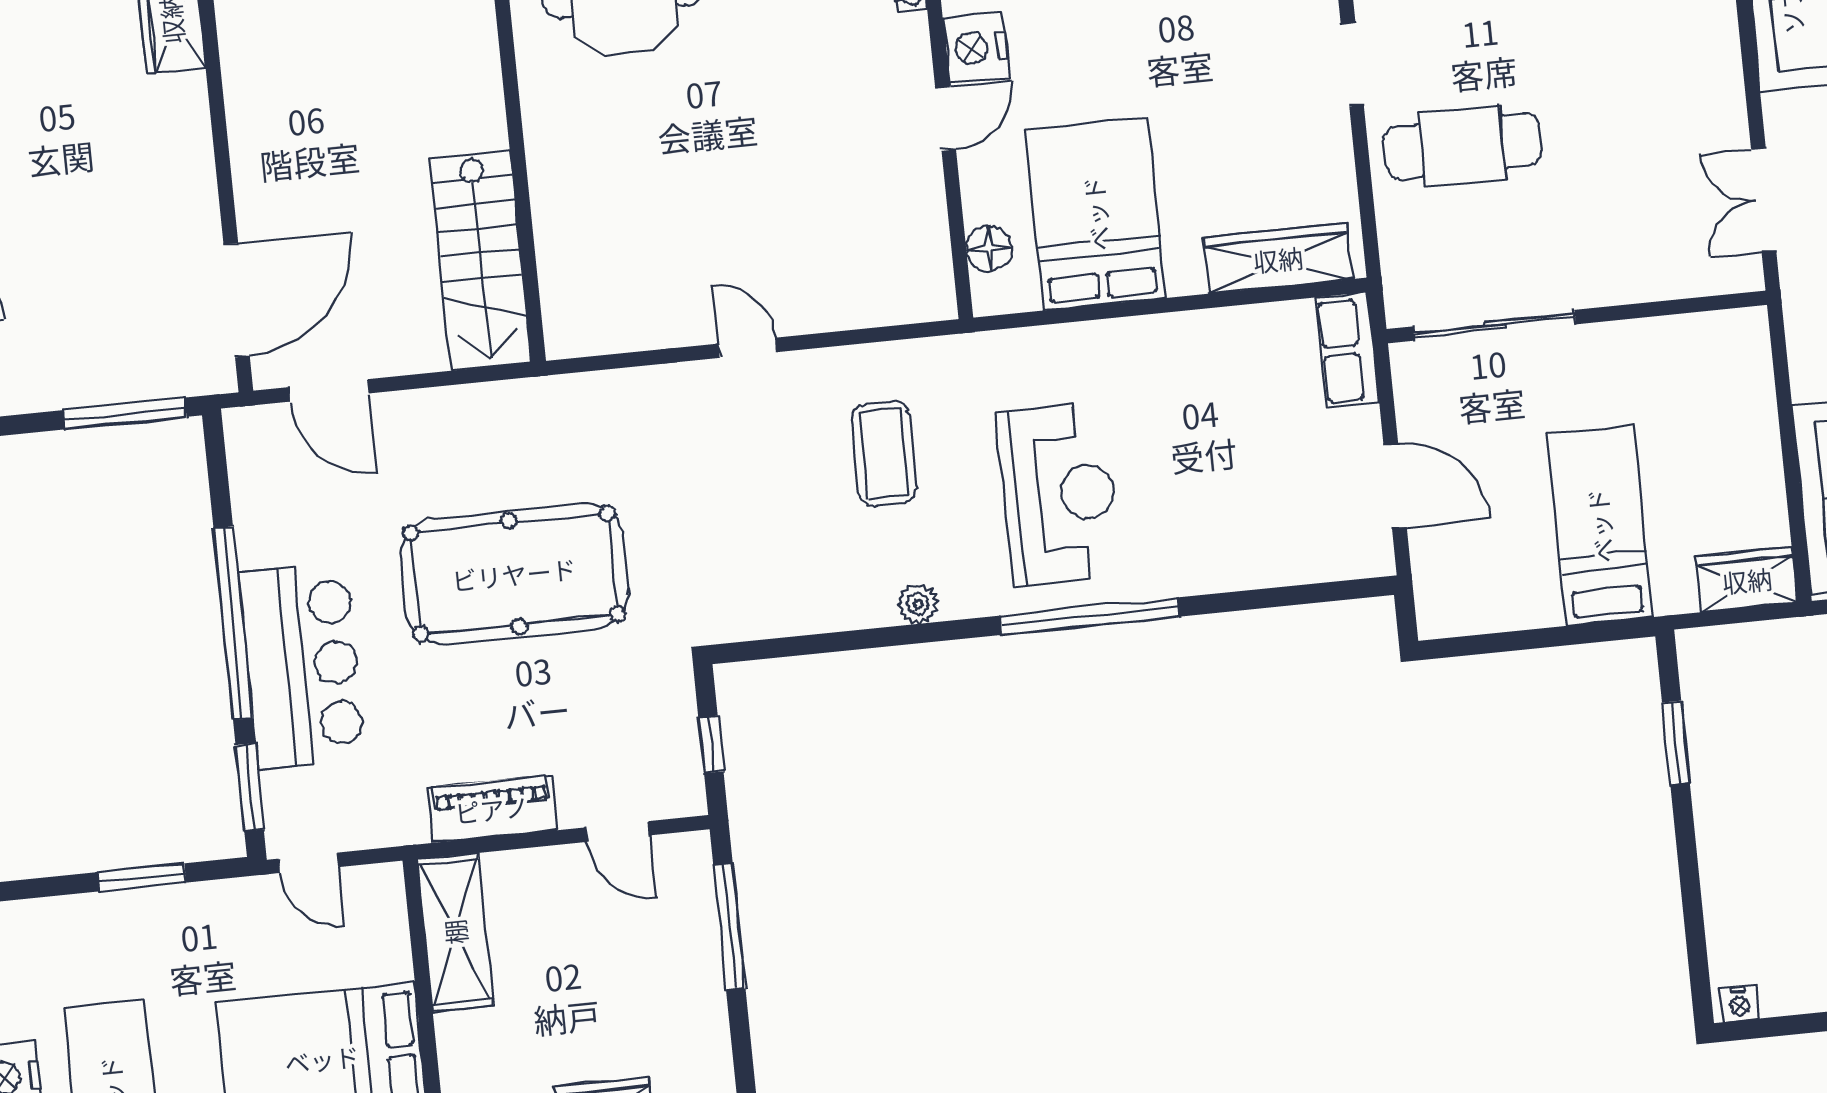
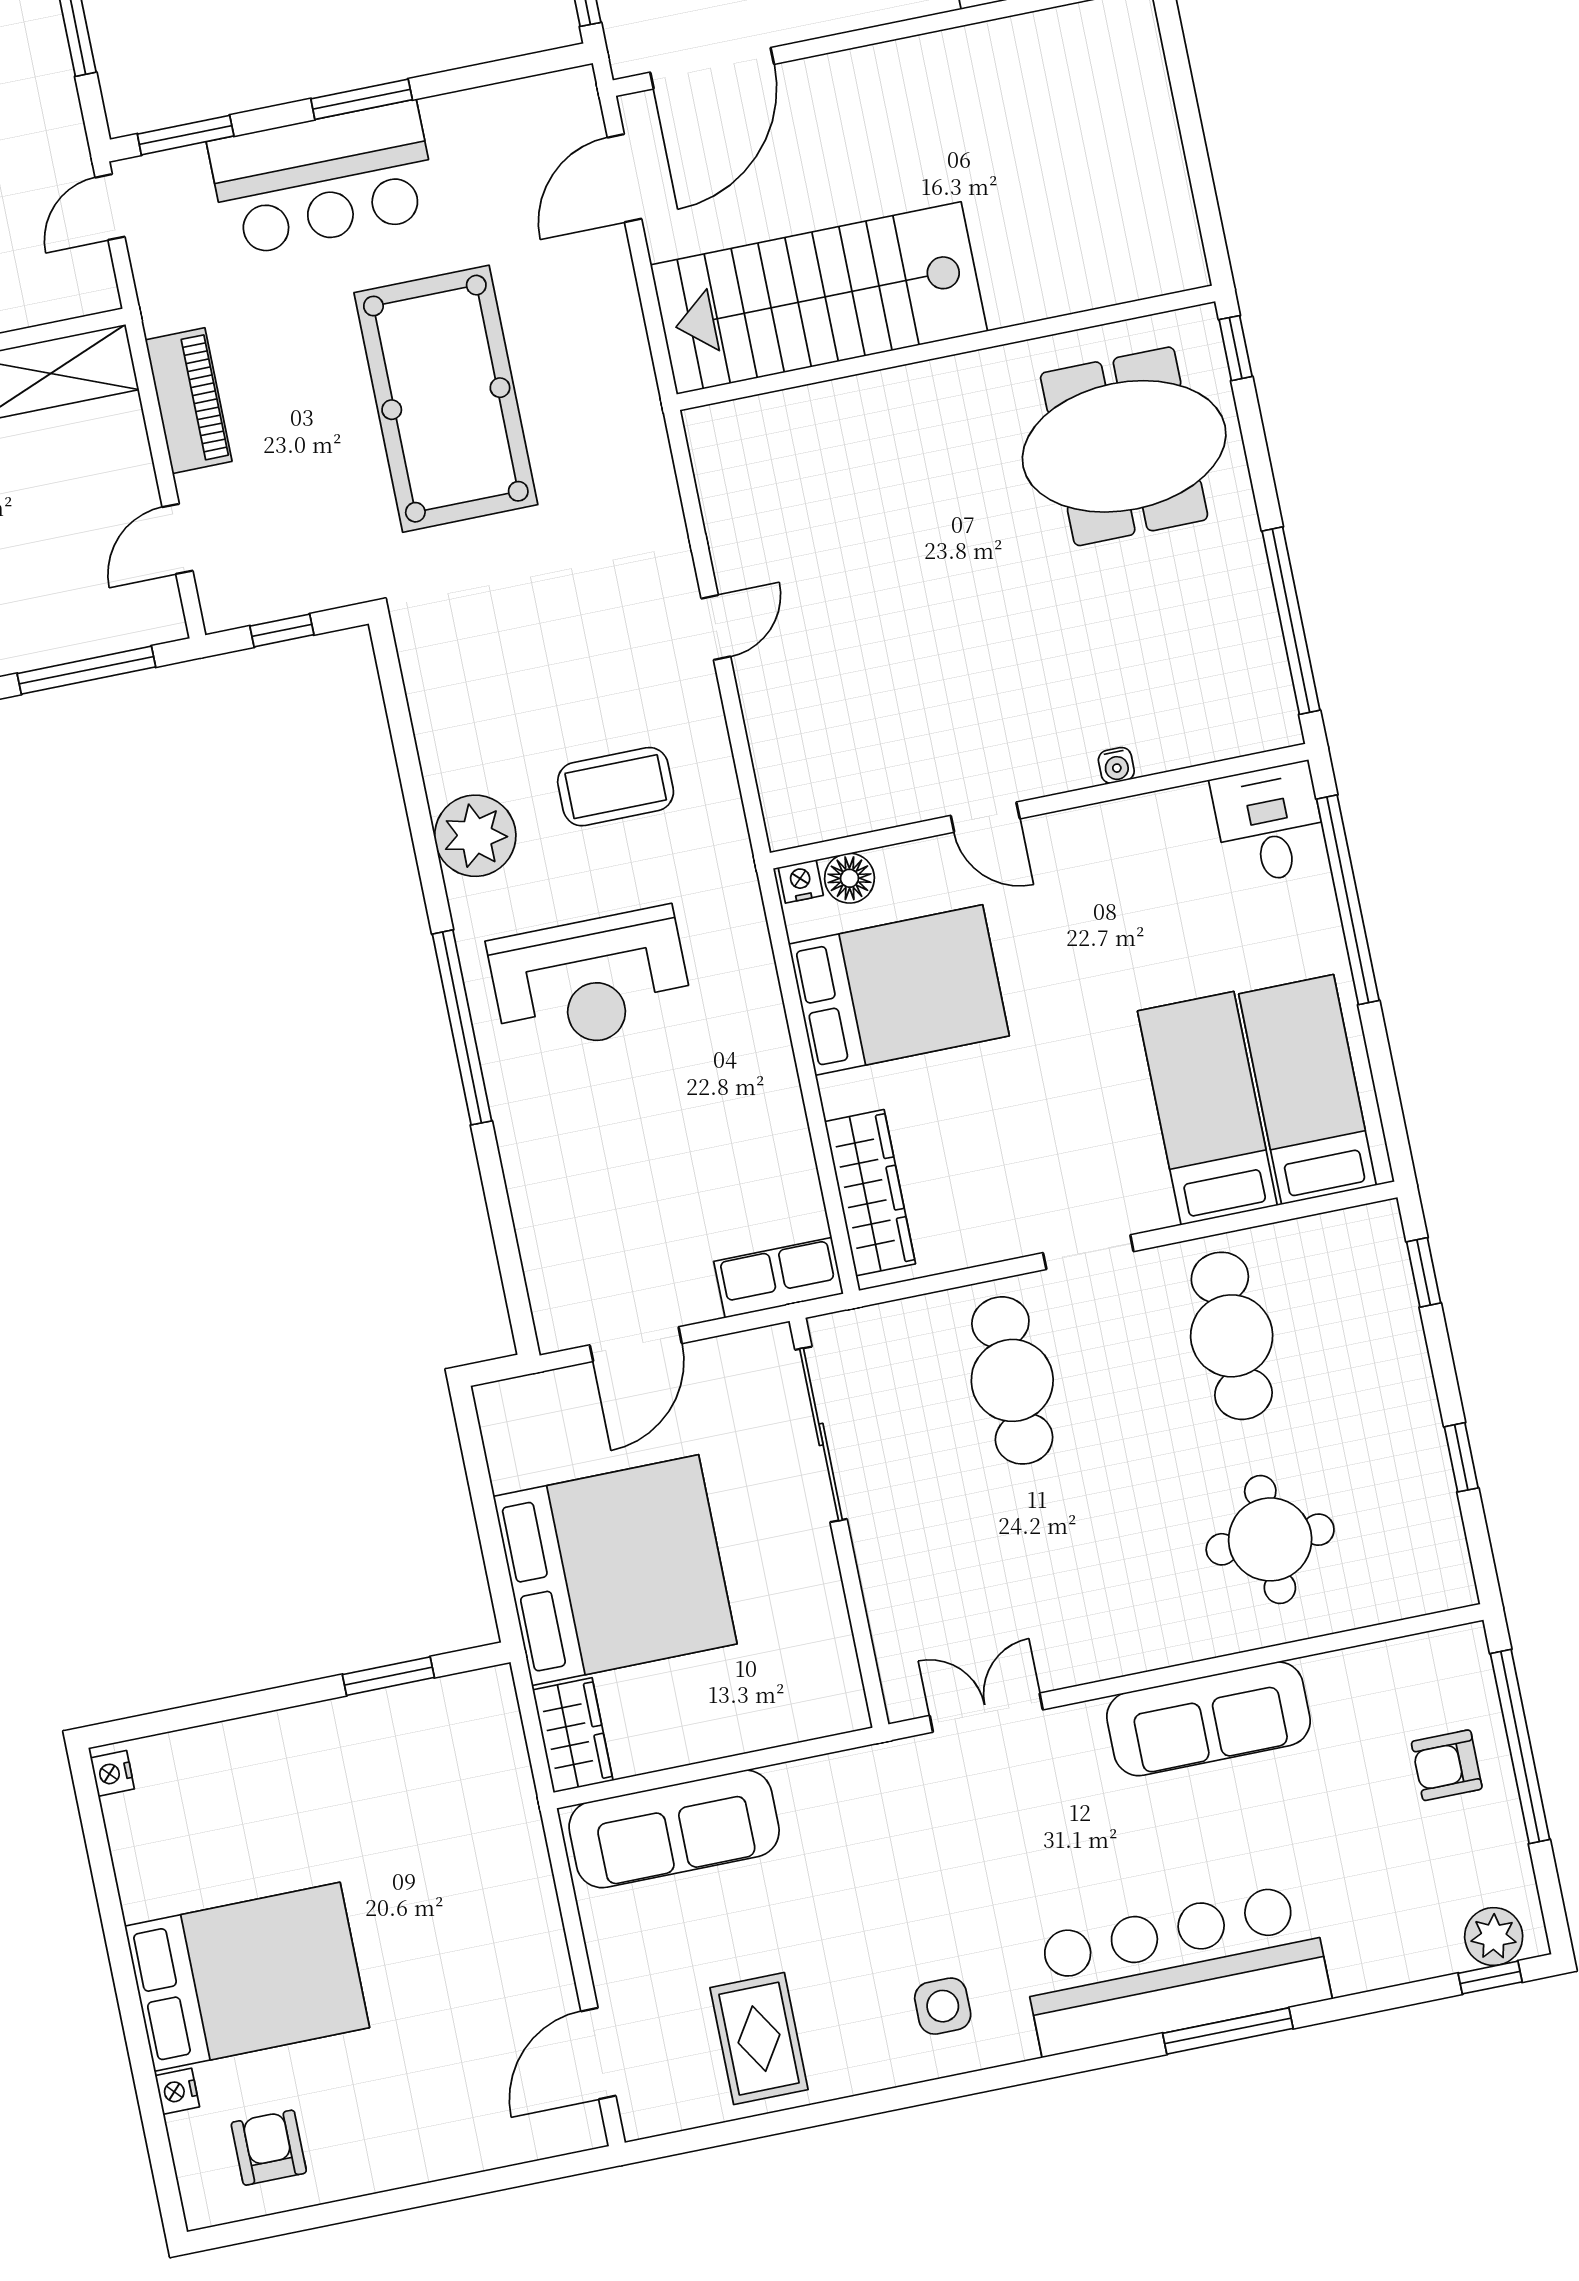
nightstand: (976, 48) -> (801, 881), moved, width x0.53, depth x0.56
stairs: (481, 260) -> (819, 298), width x1.36, depth x1.51
door: (237, 300) -> (712, 68), hinge flipped
bed: (1600, 526) -> (615, 1570), width x2.04
plant: (918, 604) -> (475, 836), width x1.87, depth x1.87
window: (233, 623) -> (362, 99), width x0.47

